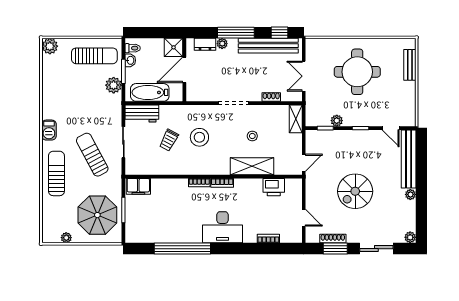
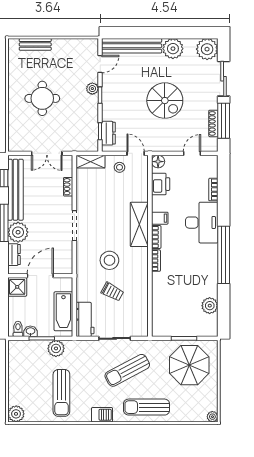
plant: (222, 44) -> (18, 232), width x1.87, depth x1.87
sun lounger: (94, 56) -> (61, 393), moved, turned 180
door: (184, 70) -> (40, 276), swing flipped
round table: (357, 72) -> (42, 98), width x0.73, depth x0.73
plant: (337, 121) -> (92, 89), moved
stool: (252, 136) -> (120, 167), moved
dresser: (323, 136) -> (108, 133), added
shelving: (252, 166) -> (139, 224), moved
floor lamp: (296, 185) -> (158, 162), added
filing cabinet: (138, 186) -> (160, 218), moved, width x0.50
plant: (410, 194) -> (173, 49), width x1.88, depth x1.88
desk: (222, 227) -> (202, 223), moved
plant: (155, 235) -> (210, 306), added
plant: (410, 237) -> (207, 49), width x1.88, depth x1.88
plant: (66, 238) -> (212, 417), moved
window: (182, 249) -> (224, 255), moved
window: (335, 249) -> (224, 121), width x1.44

